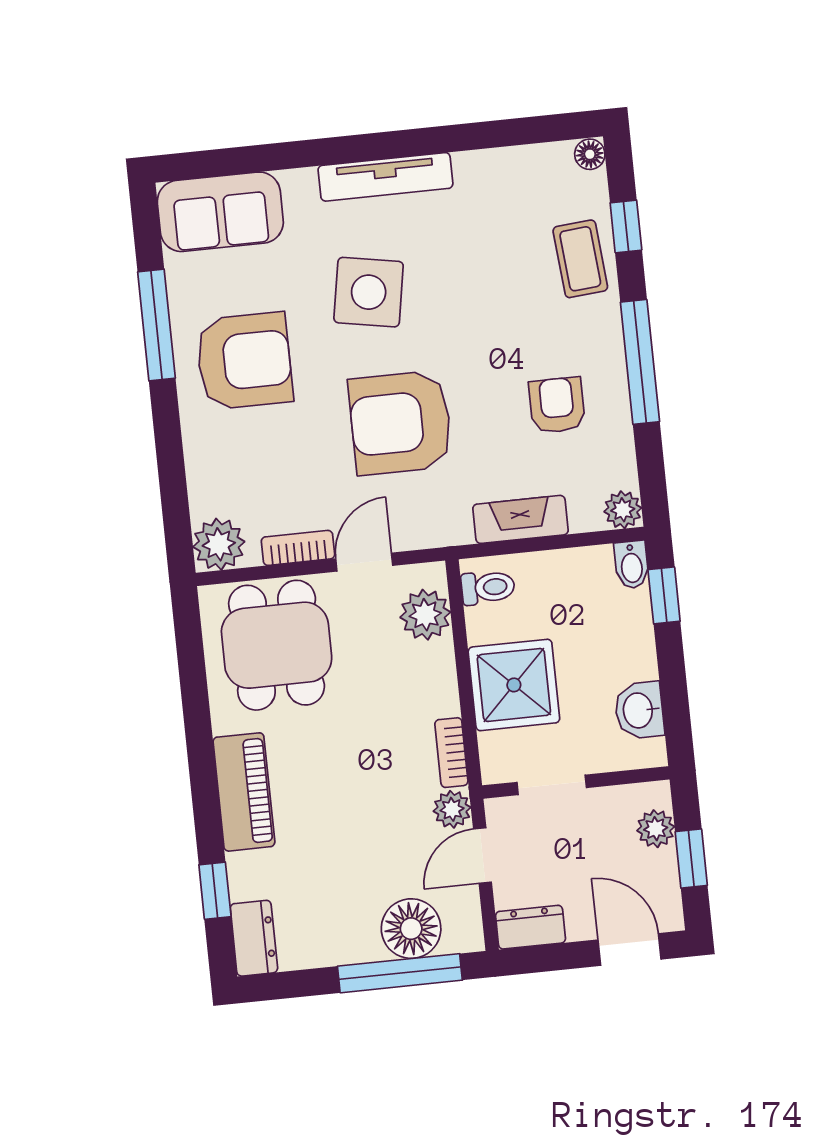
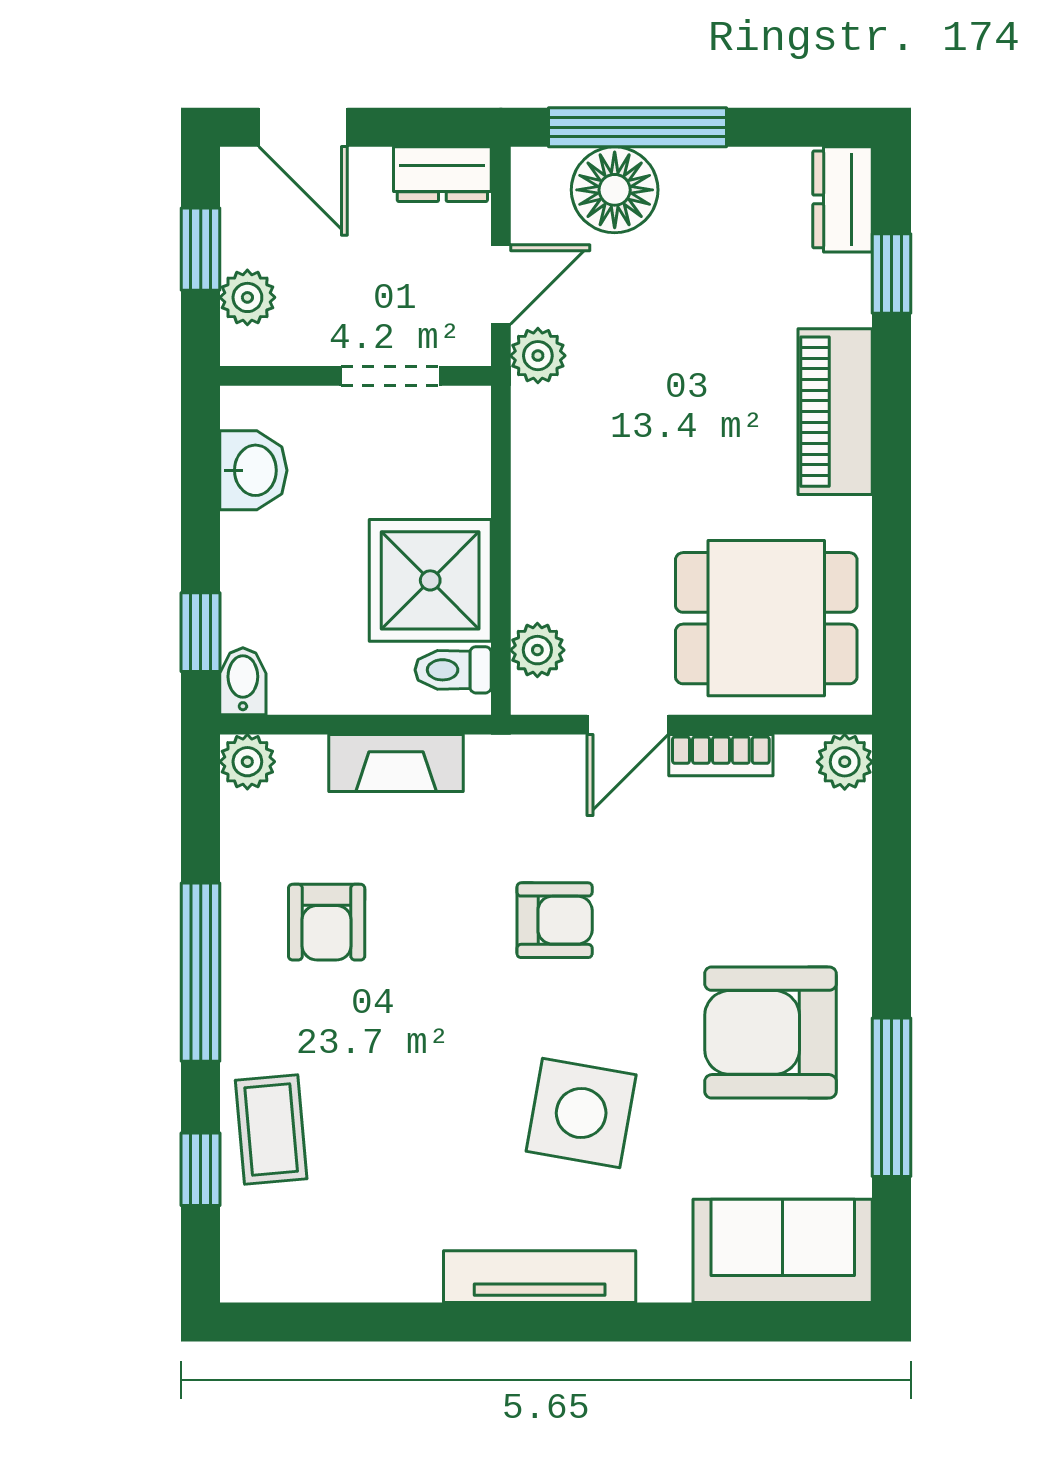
floor lamp: (590, 154) -> (242, 1279), removed
armchair: (401, 423) -> (555, 920), width x0.53, depth x0.53
plant: (219, 544) -> (845, 762), width x0.73, depth x0.73
plant: (425, 615) -> (537, 650), width x0.73, depth x0.73
dining table: (277, 645) -> (766, 618), turned 90
shower: (514, 685) -> (430, 580), moved
bookcase: (451, 753) -> (530, 437), removed

